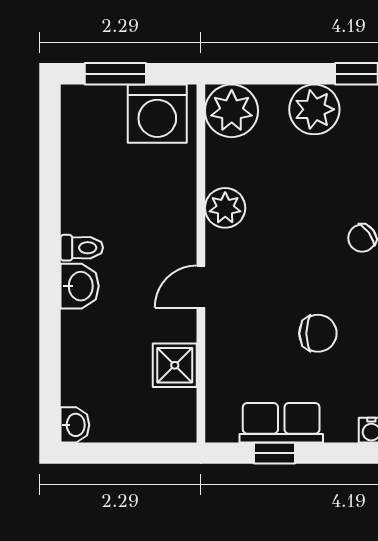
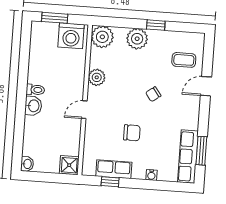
shower: (175, 365) -> (69, 165), moved

